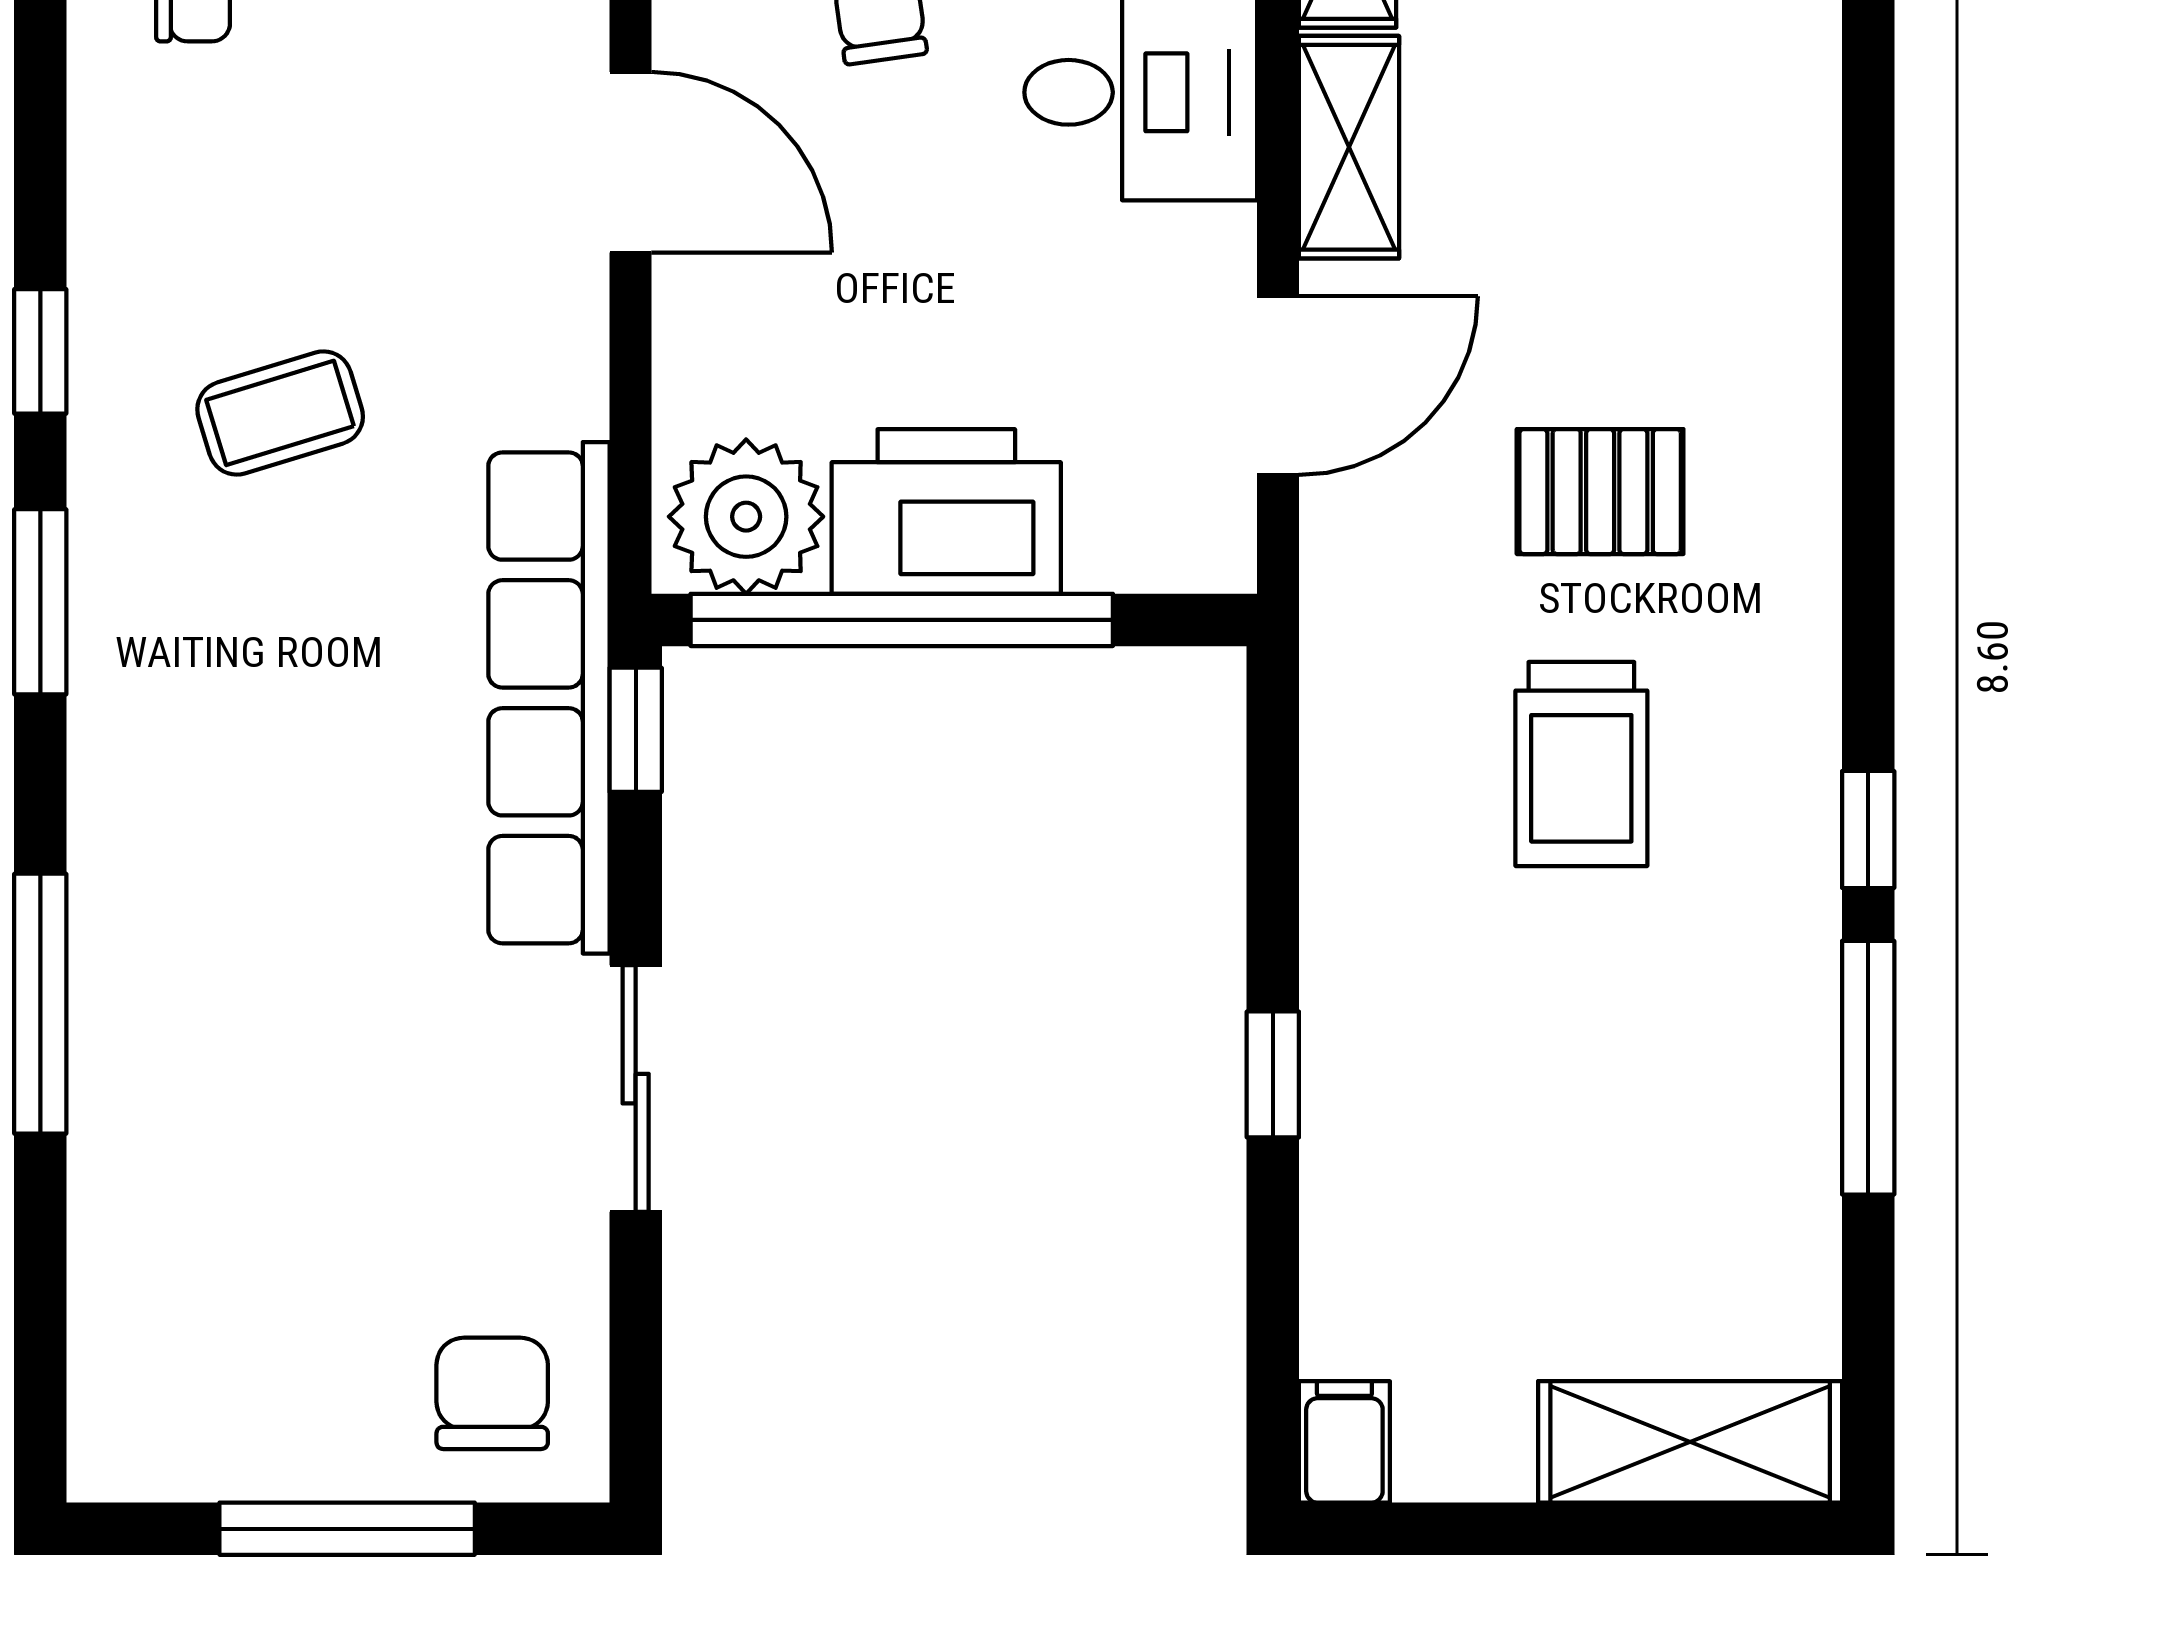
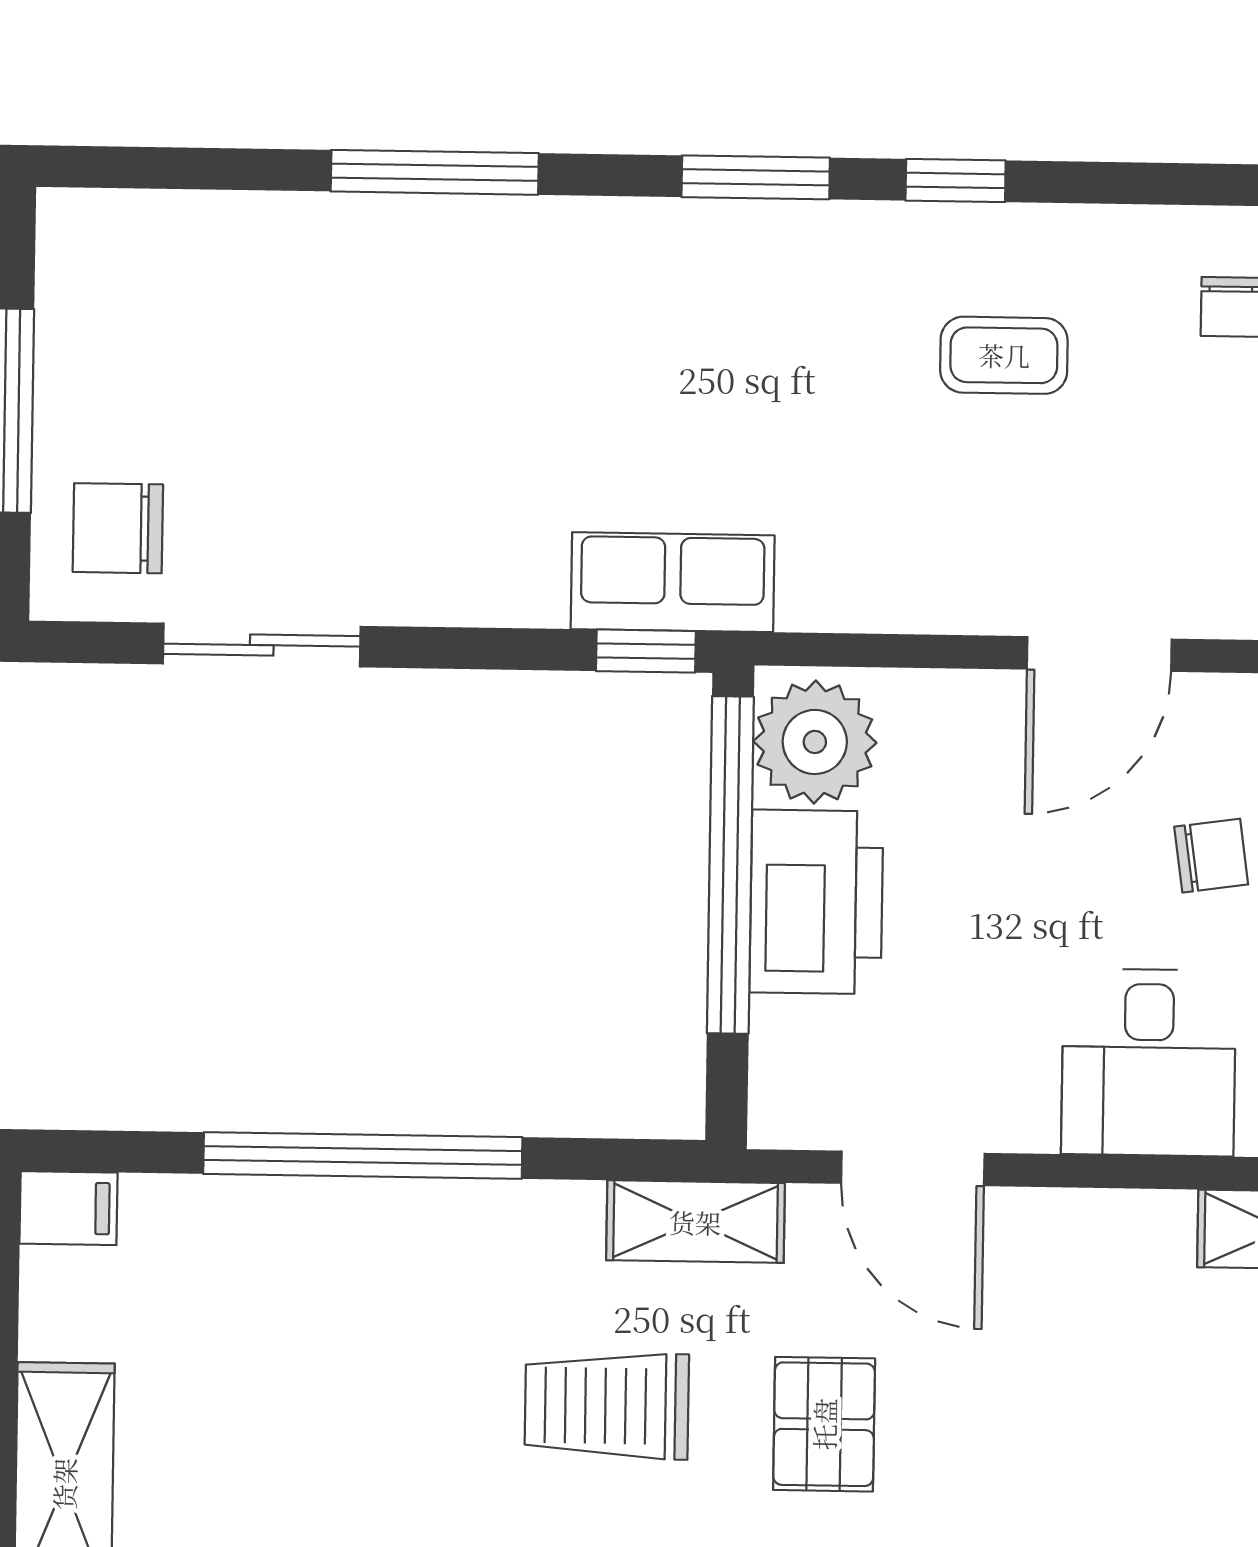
shelving: (1349, 147) -> (695, 1222), moved
coffee table: (280, 413) -> (1004, 355), moved, turned -73
row of seats: (549, 698) -> (673, 582), width x0.50
window: (1273, 1074) -> (363, 1156), width x3.17
sliding door: (636, 1089) -> (262, 645), moved
chair: (492, 1393) -> (118, 528), turned 180

